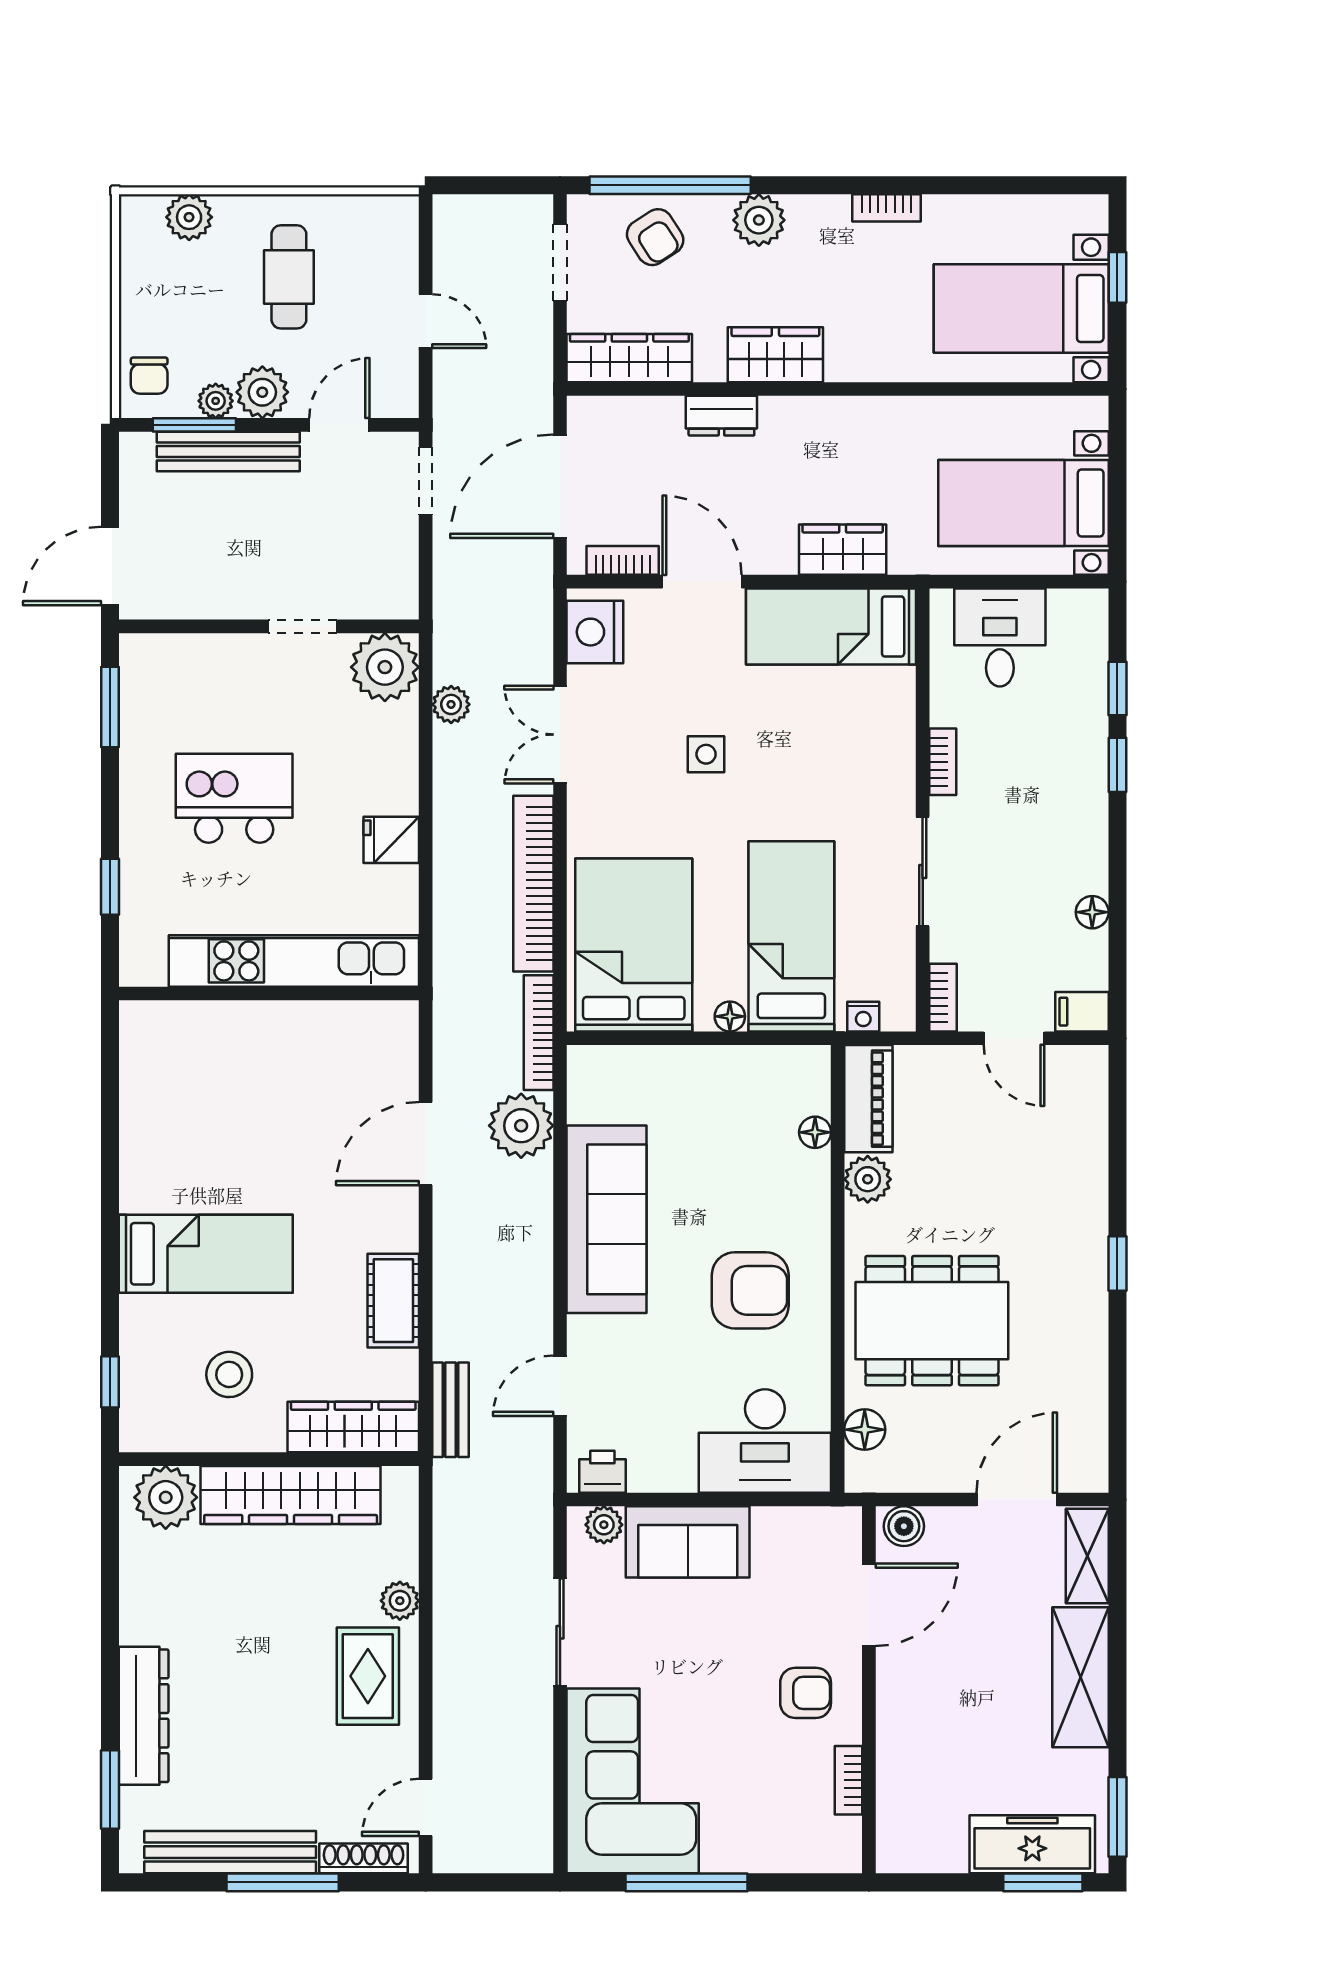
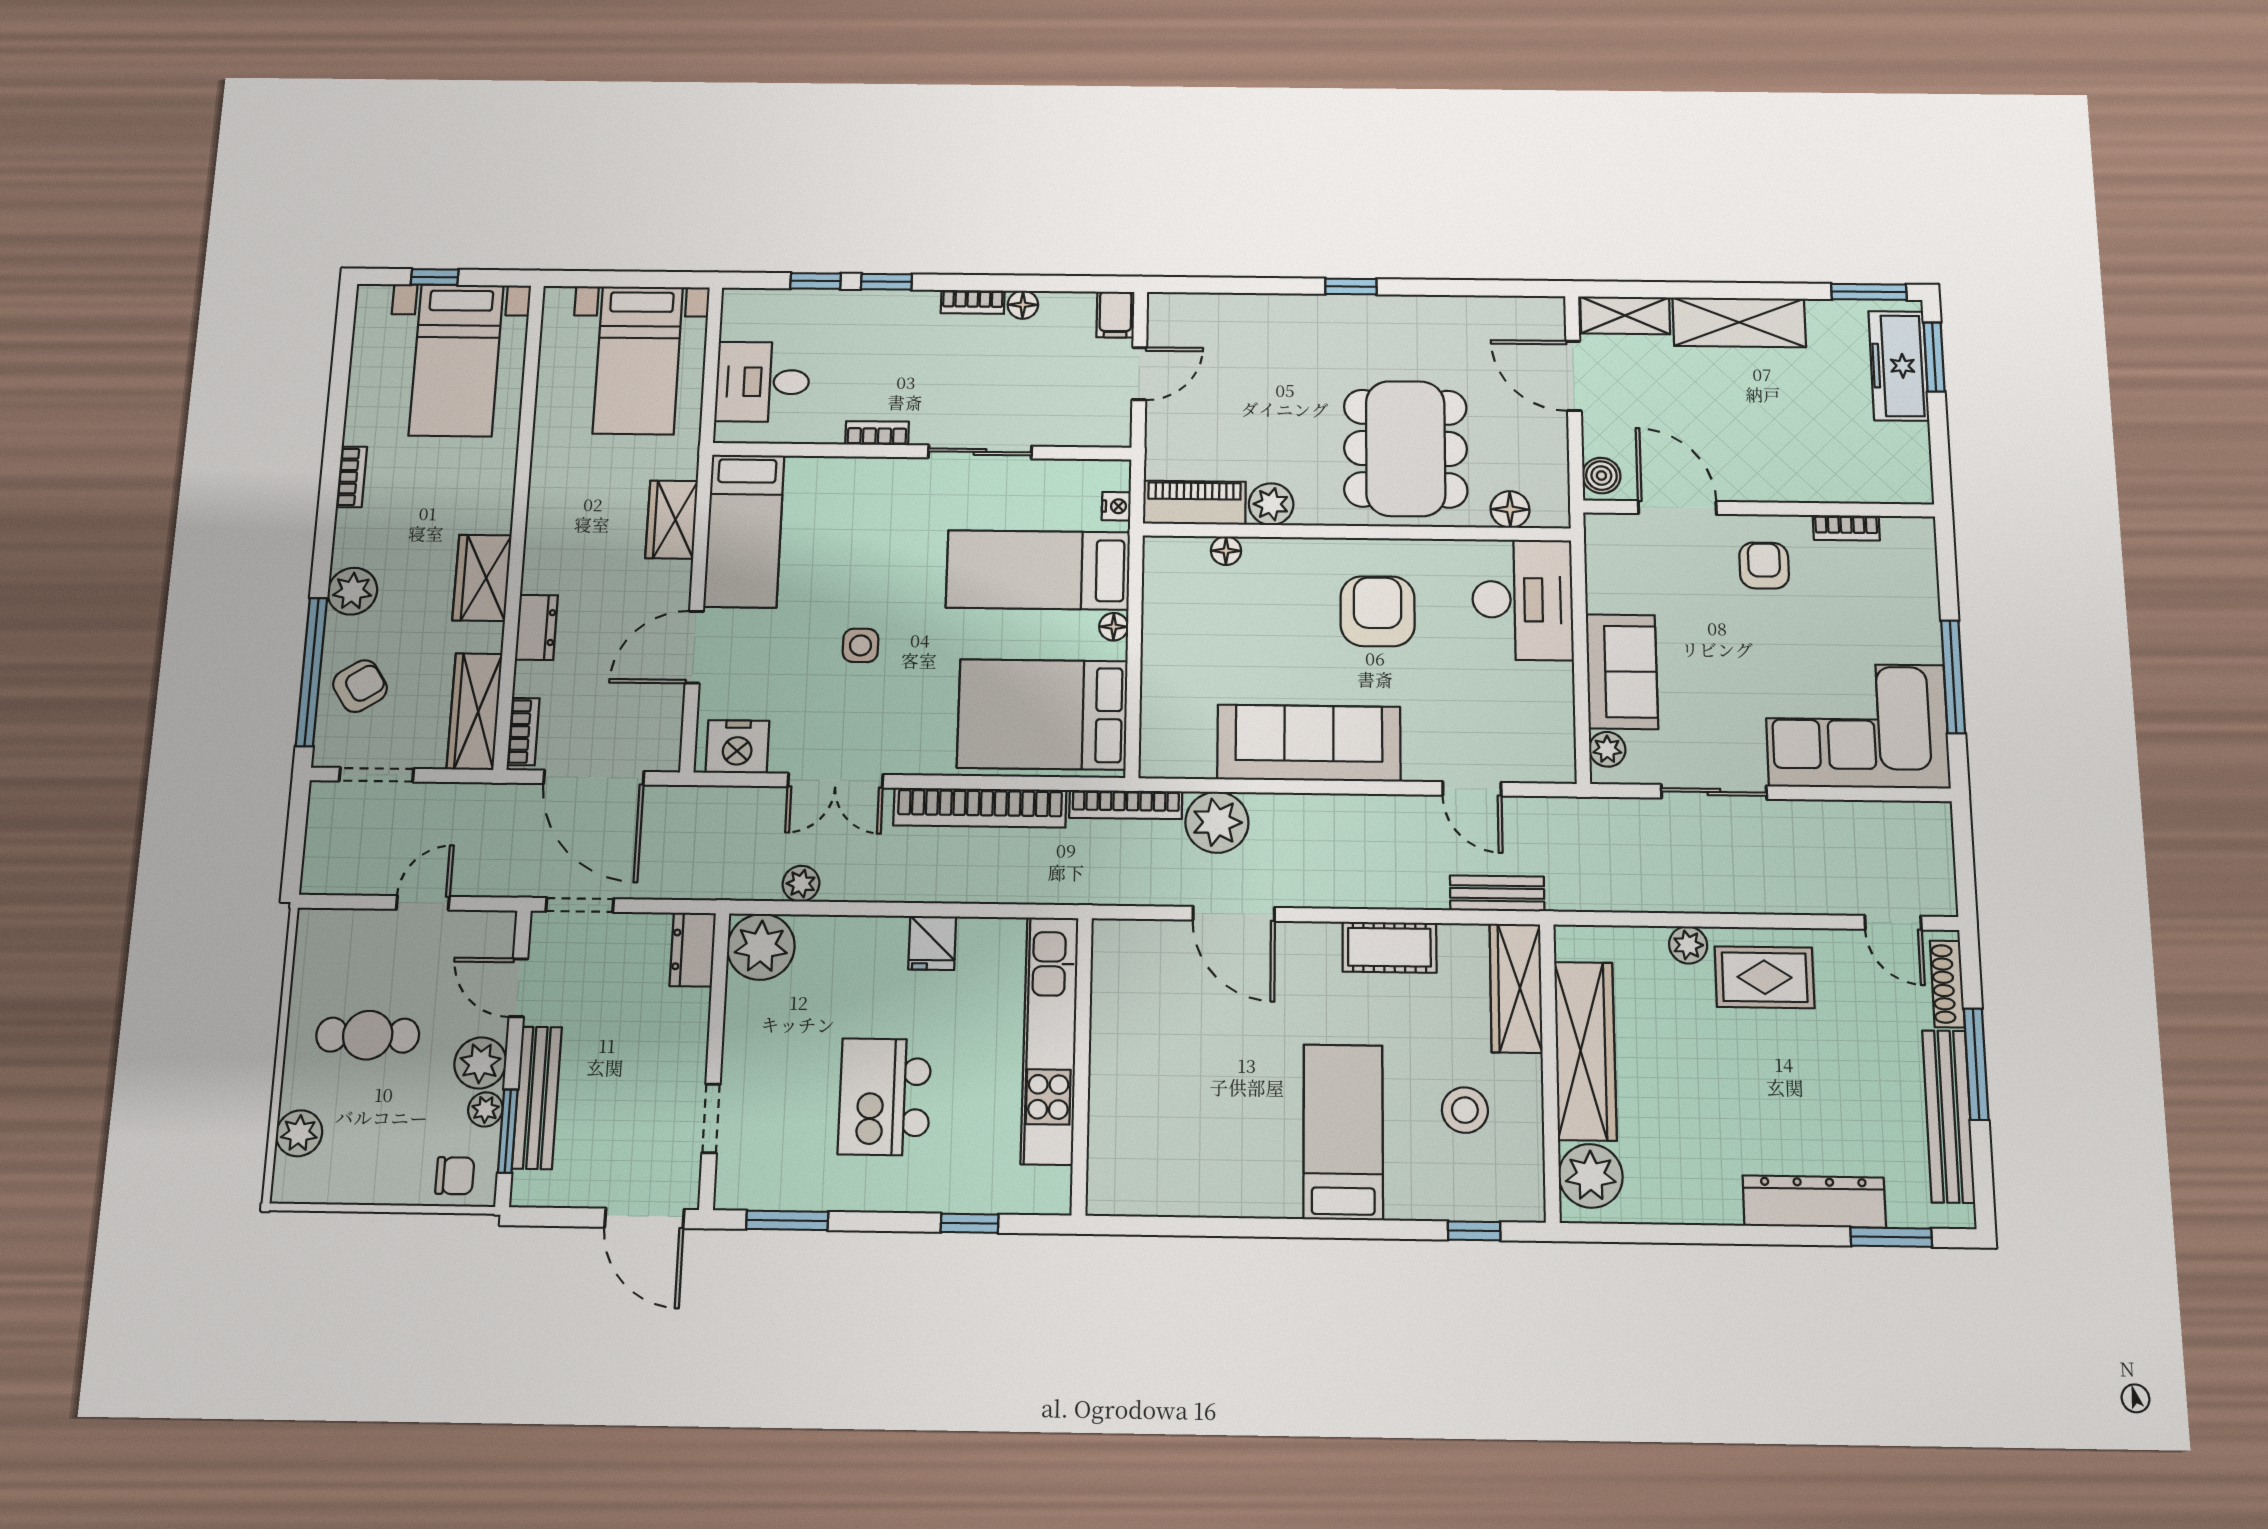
bookcase: (623, 560) -> (523, 732), moved, turned 180
dresser: (381, 598) -> (693, 950), added
doorway: (303, 626) -> (711, 1118), moved
bookcase: (943, 998) -> (973, 302), moved, turned 180
printer: (602, 1472) -> (1555, 750), removed

